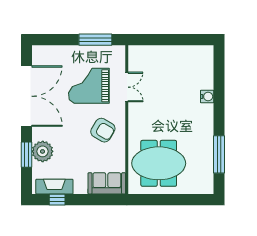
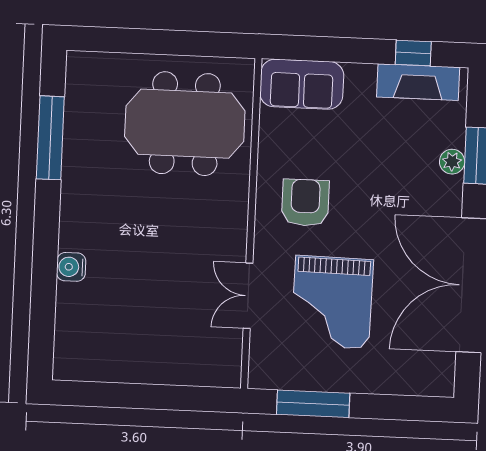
grand piano: (89, 86) -> (332, 302), turned 91
armchair: (103, 130) -> (305, 203), turned 59
plant: (43, 151) -> (452, 162), width x0.53, depth x0.53

